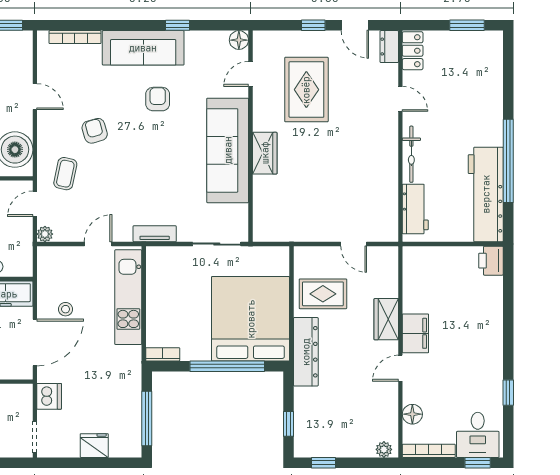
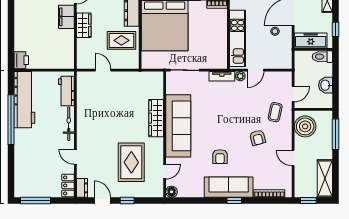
window: (177, 25) -> (234, 201), moved
window: (467, 25) -> (36, 201), width x1.44
wardrobe: (265, 153) -> (156, 118), width x1.50
plant: (45, 234) -> (240, 76), moved

